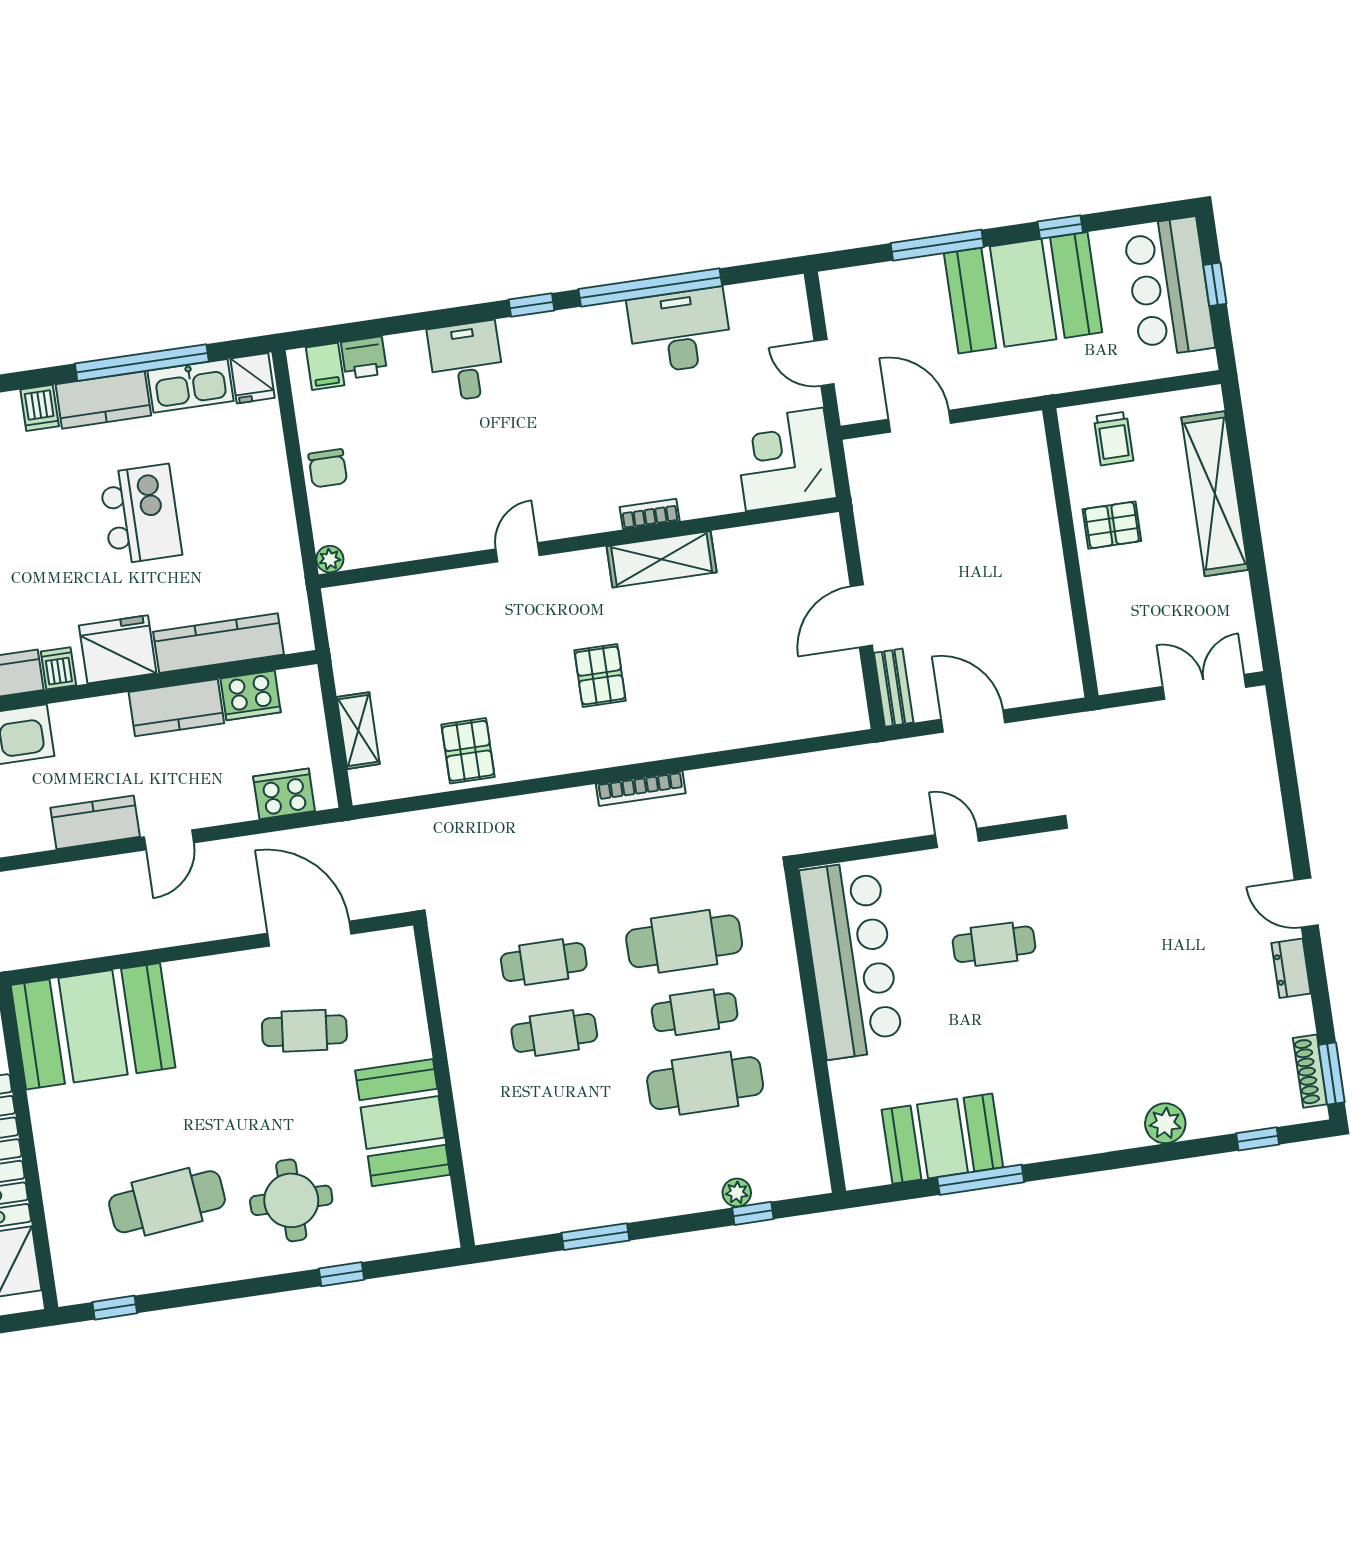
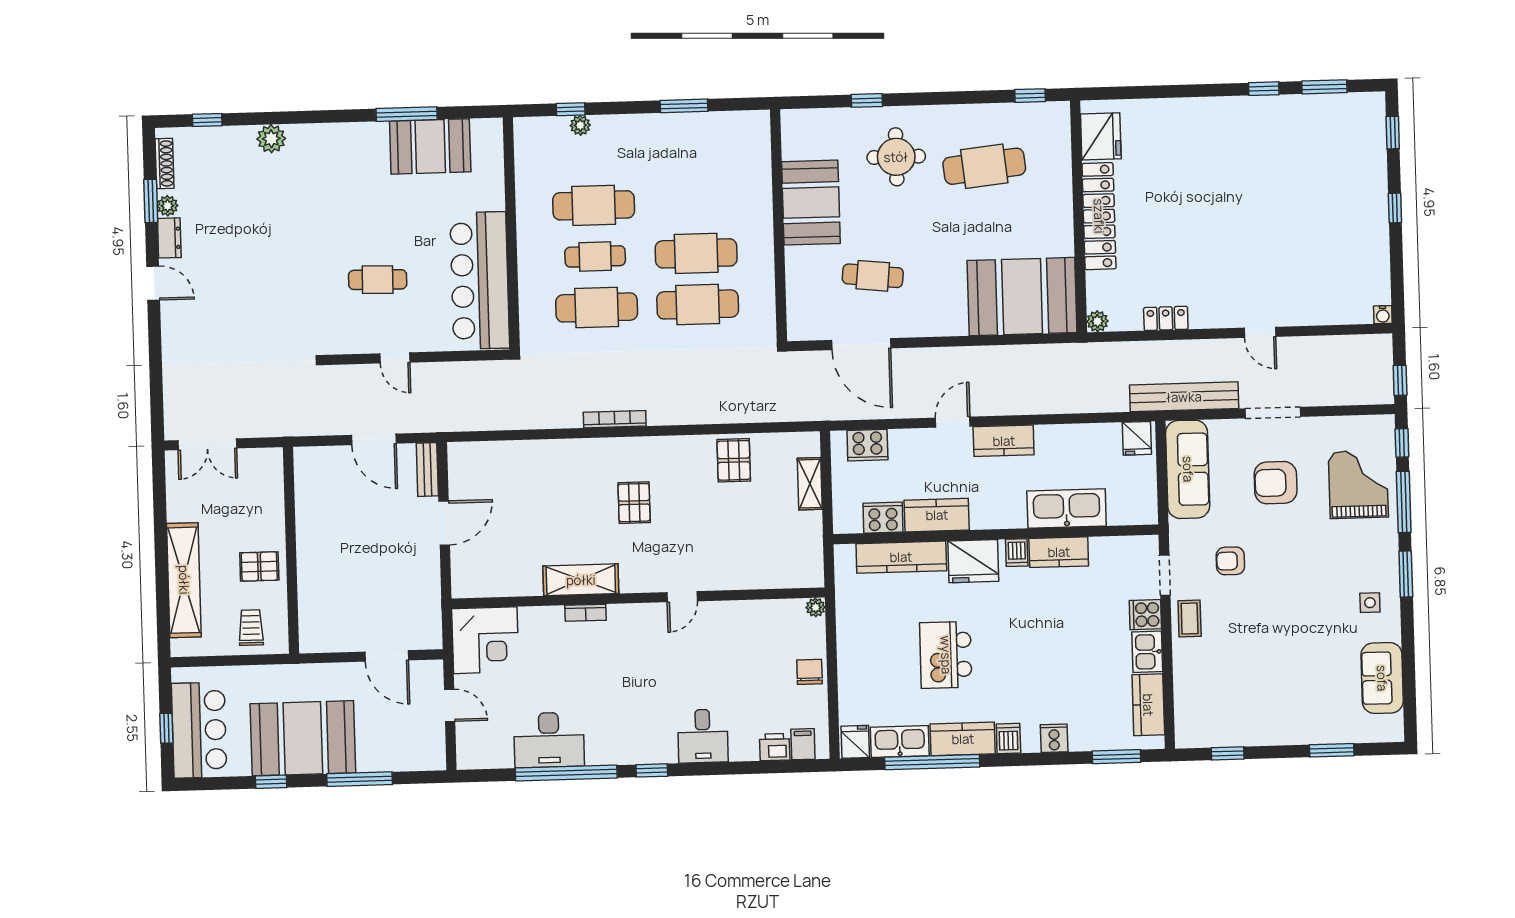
cafe table: (544, 962) -> (698, 304), width x1.37, depth x1.35
plant: (1299, 1013) -> (168, 206), added
cafe table: (554, 1033) -> (696, 253), width x1.37, depth x1.35
window: (1331, 1074) -> (151, 201), moved

